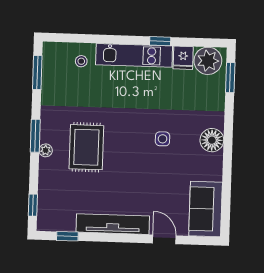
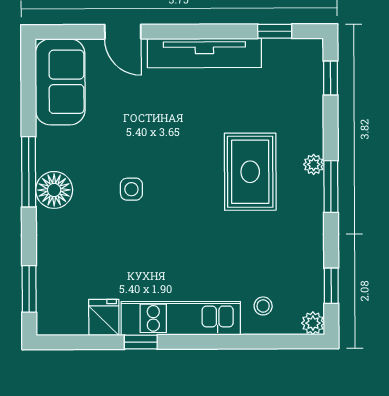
plant: (208, 61) -> (313, 323), moved, width x0.53, depth x0.53
window: (37, 73) -> (331, 286), width x0.67
window: (228, 152) -> (29, 172), added

